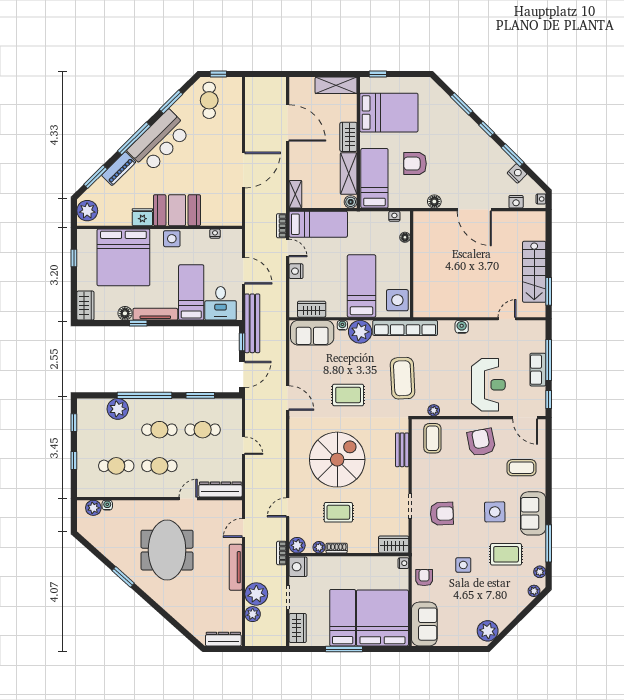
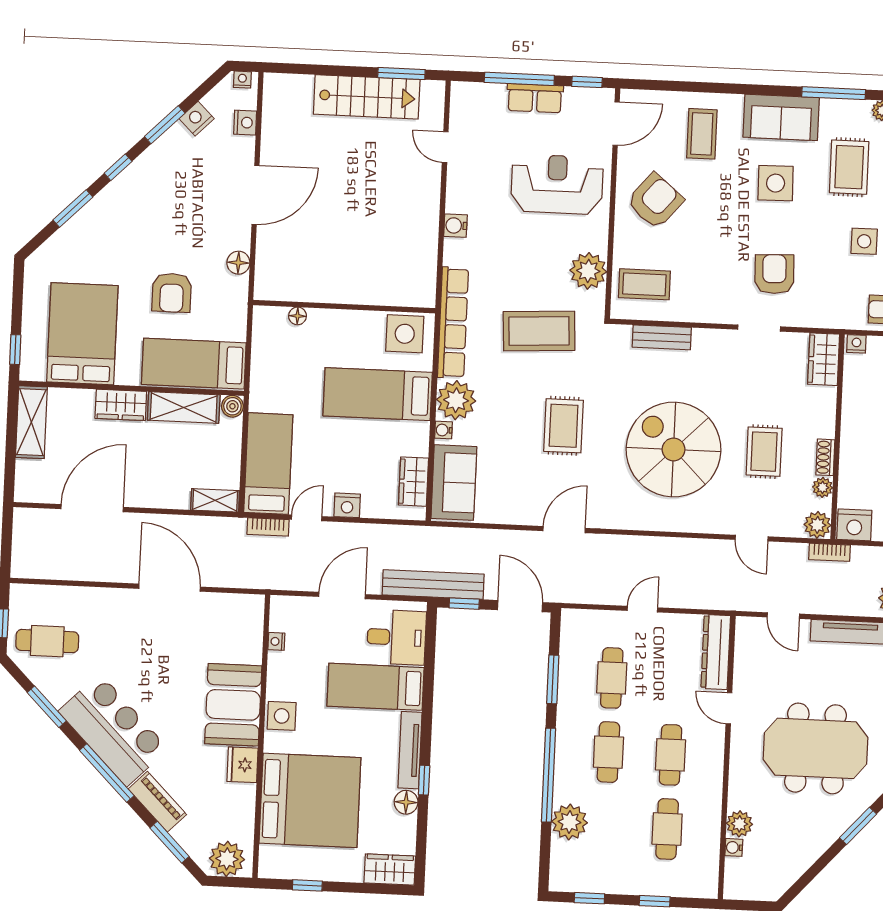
nightstand: (394, 216) -> (261, 332), removed
plant: (434, 410) -> (588, 271), width x1.88, depth x1.88
armchair: (481, 442) -> (655, 201), turned 141
plant: (93, 508) -> (739, 824), moved

